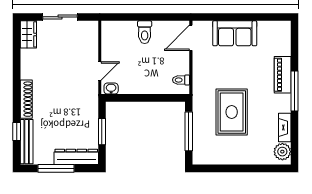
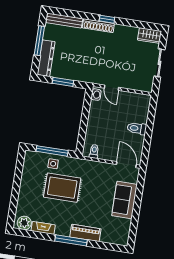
side table: (204, 128) -> (53, 164), added
window: (17, 131) -> (107, 19), moved

